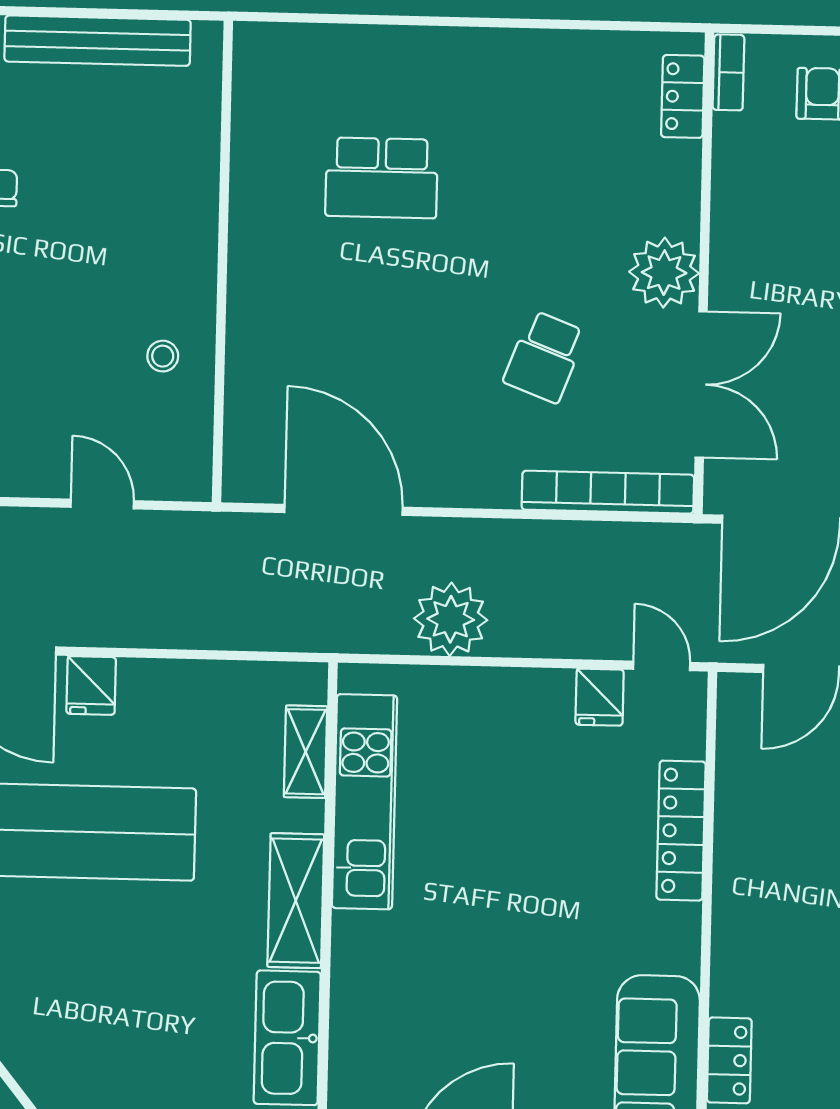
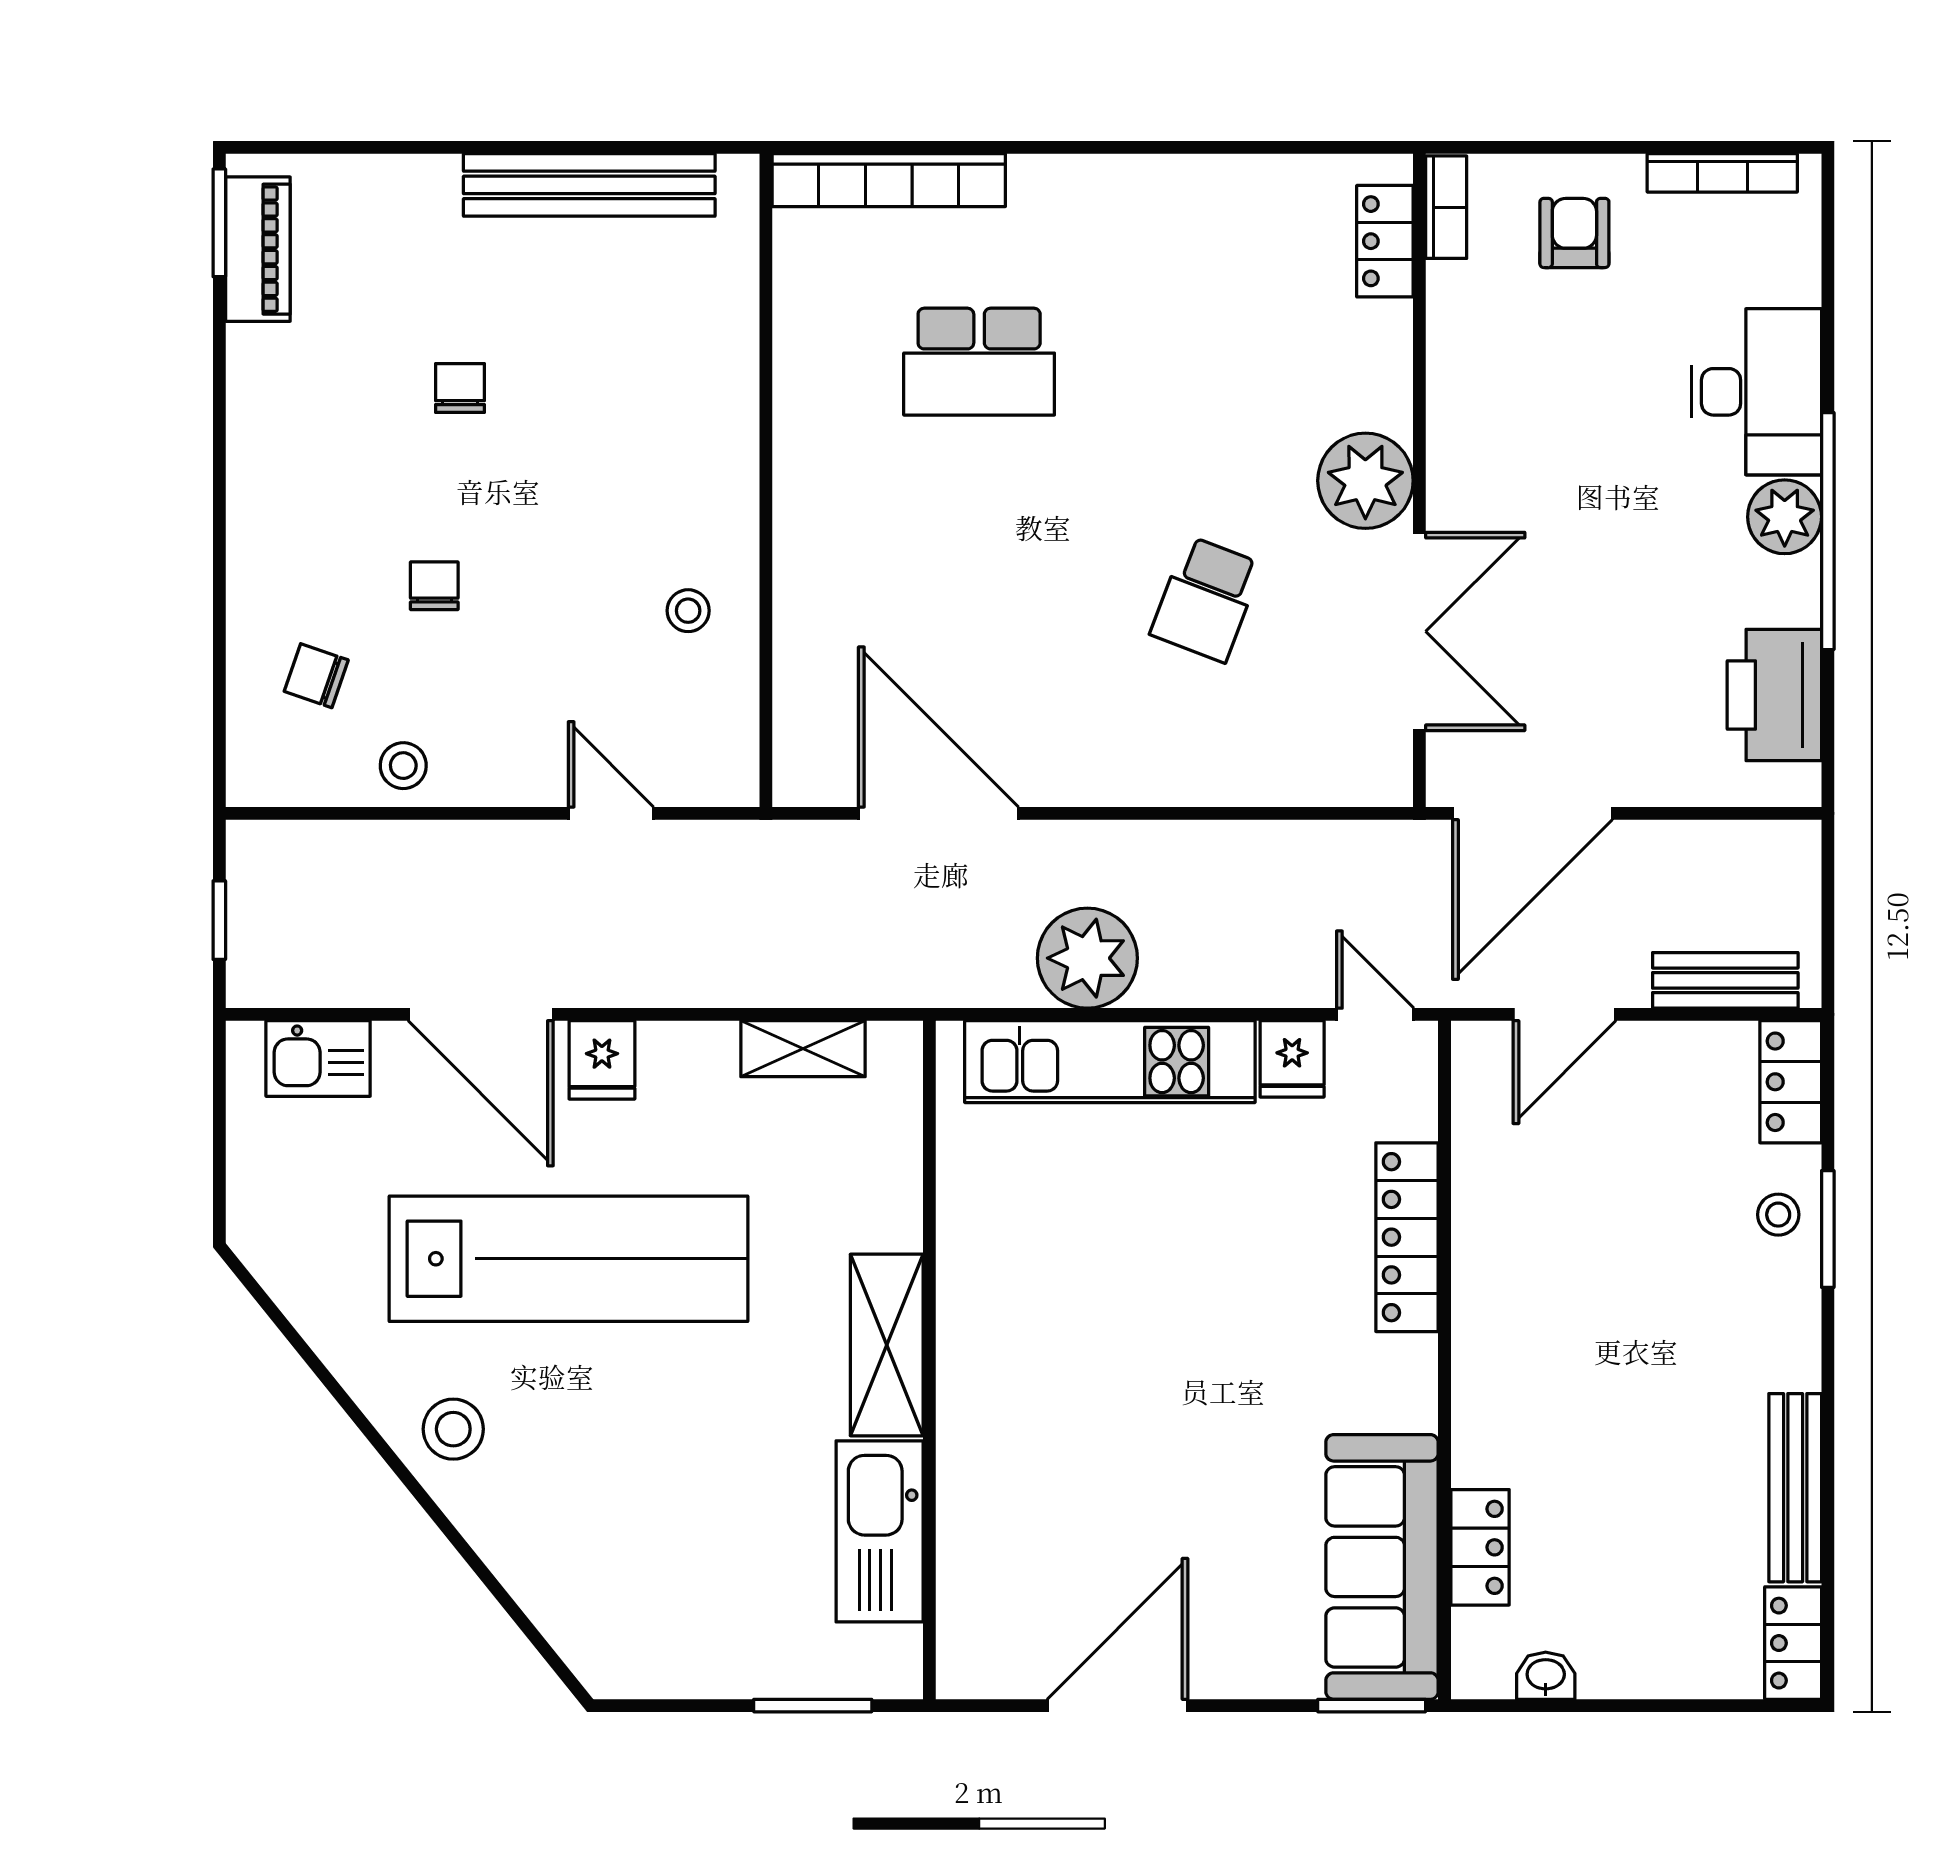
bookcase: (608, 492) -> (889, 180), moved, turned 180
shelving: (306, 752) -> (803, 1049), moved, turned 90
kitchen unit: (364, 802) -> (1110, 1062), moved, turned 90

